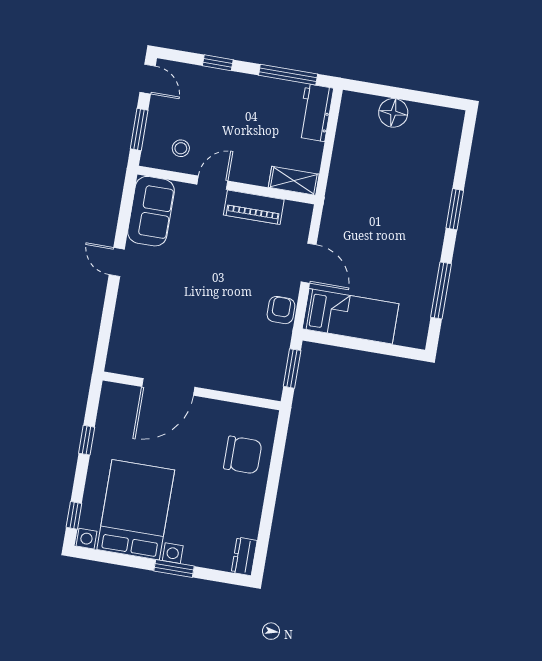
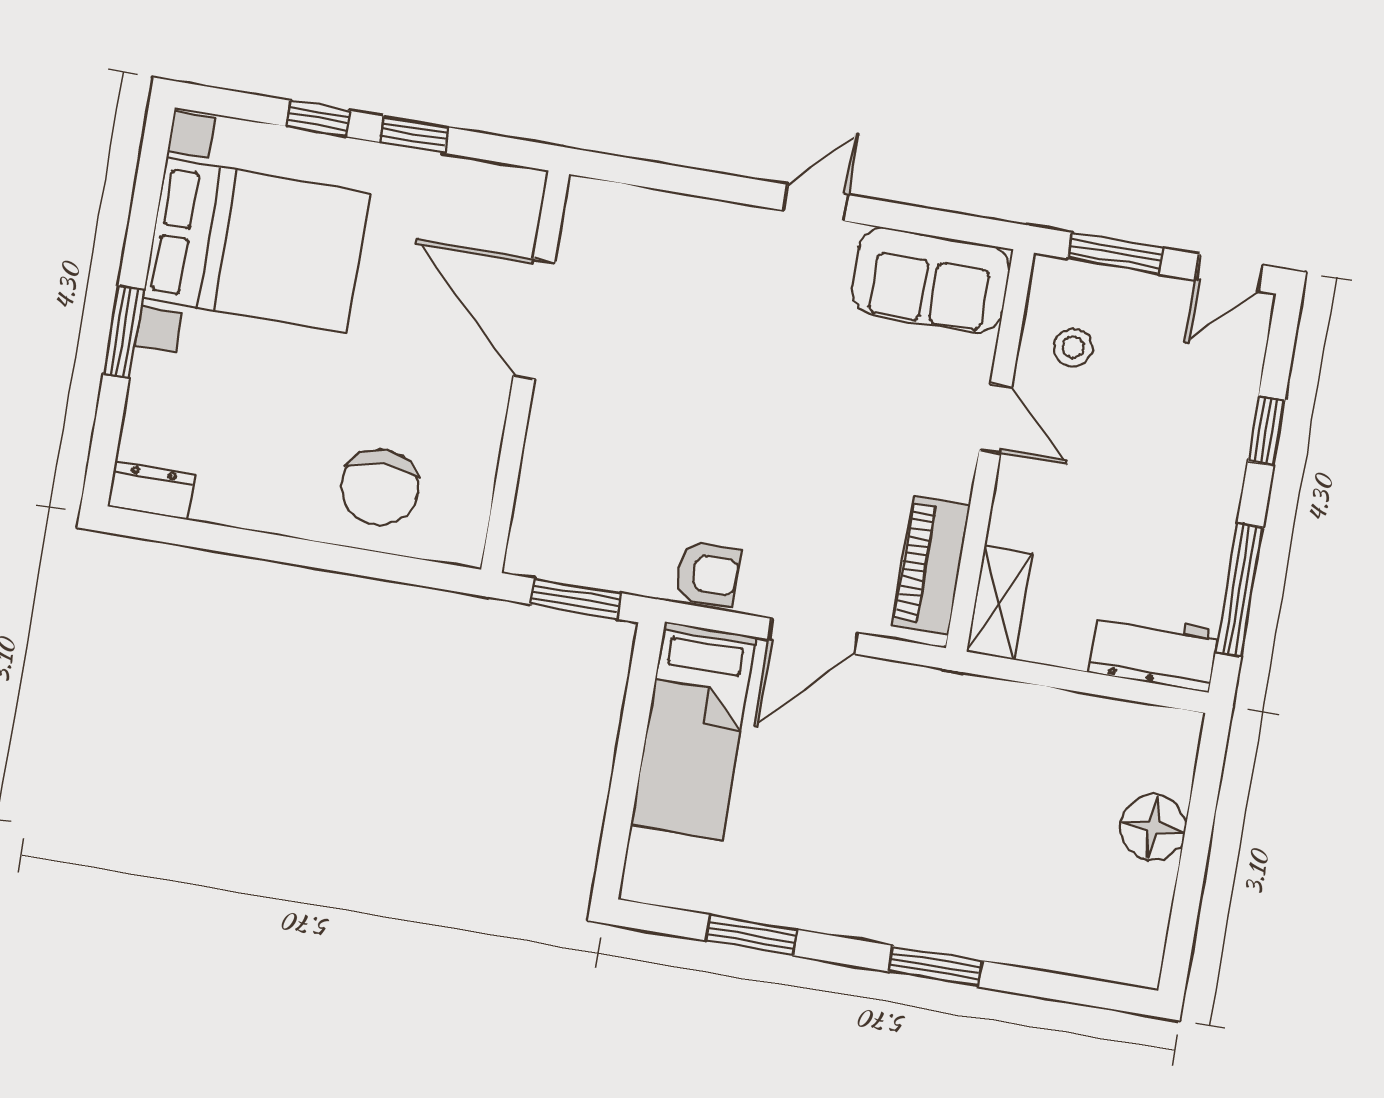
piano: (254, 207) -> (931, 565), moved
window: (441, 290) -> (752, 935), width x0.69
window: (74, 515) -> (318, 119), moved

